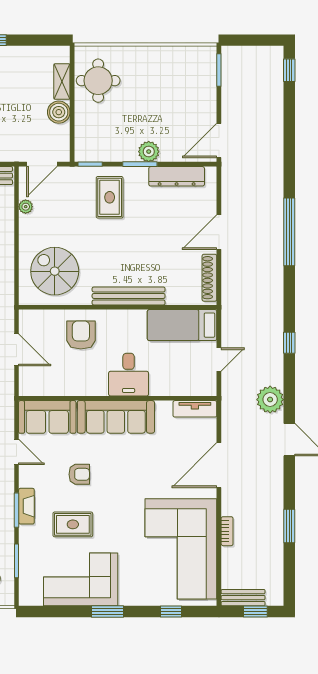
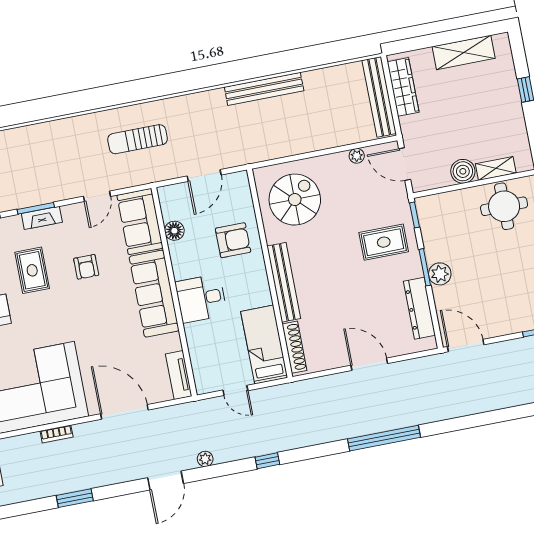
shoe rack: (209, 278) -> (294, 347), moved, turned 90
floor lamp: (62, 387) -> (174, 231), added
plant: (270, 400) -> (205, 459), width x0.53, depth x0.53

